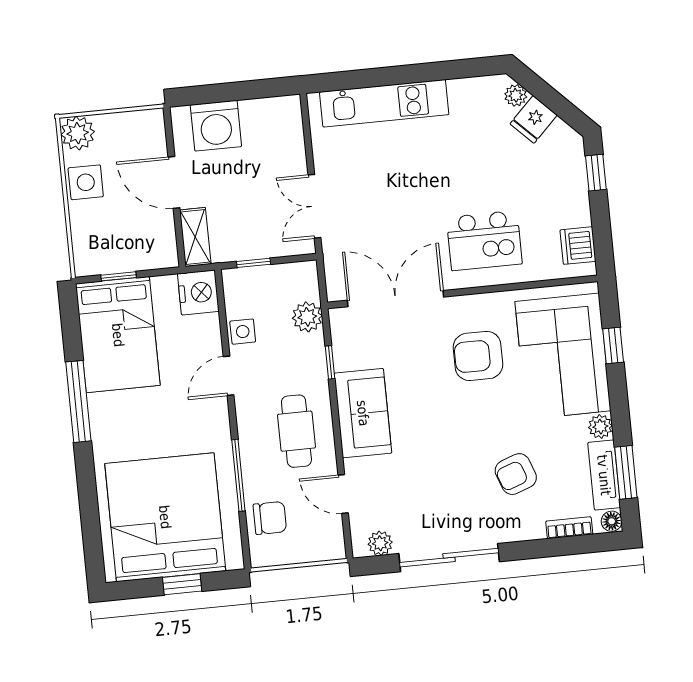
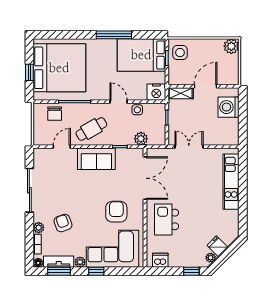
plant: (516, 95) -> (211, 258), moved
side table: (86, 182) -> (180, 53), moved
window: (613, 345) -> (96, 271), moved
cafe table: (296, 431) -> (91, 129), turned -30
plant: (380, 543) -> (39, 228), moved

